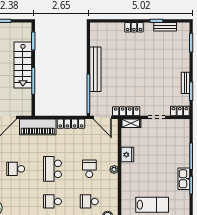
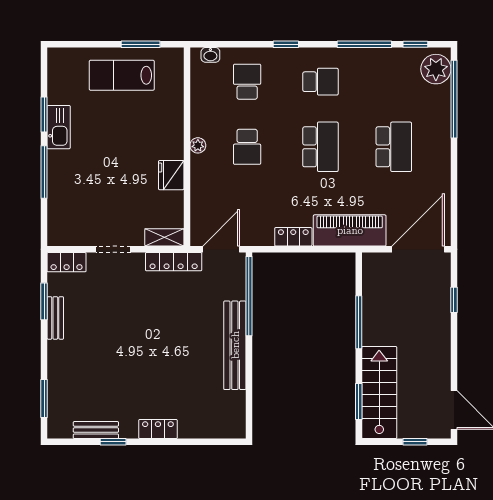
stairs: (23, 65) -> (379, 393), moved
door: (102, 117) -> (221, 249), hinge flipped
locker: (71, 124) -> (293, 237), width x0.66
school desk: (16, 169) -> (394, 147), width x1.85
school desk: (89, 201) -> (247, 82), turned -90

